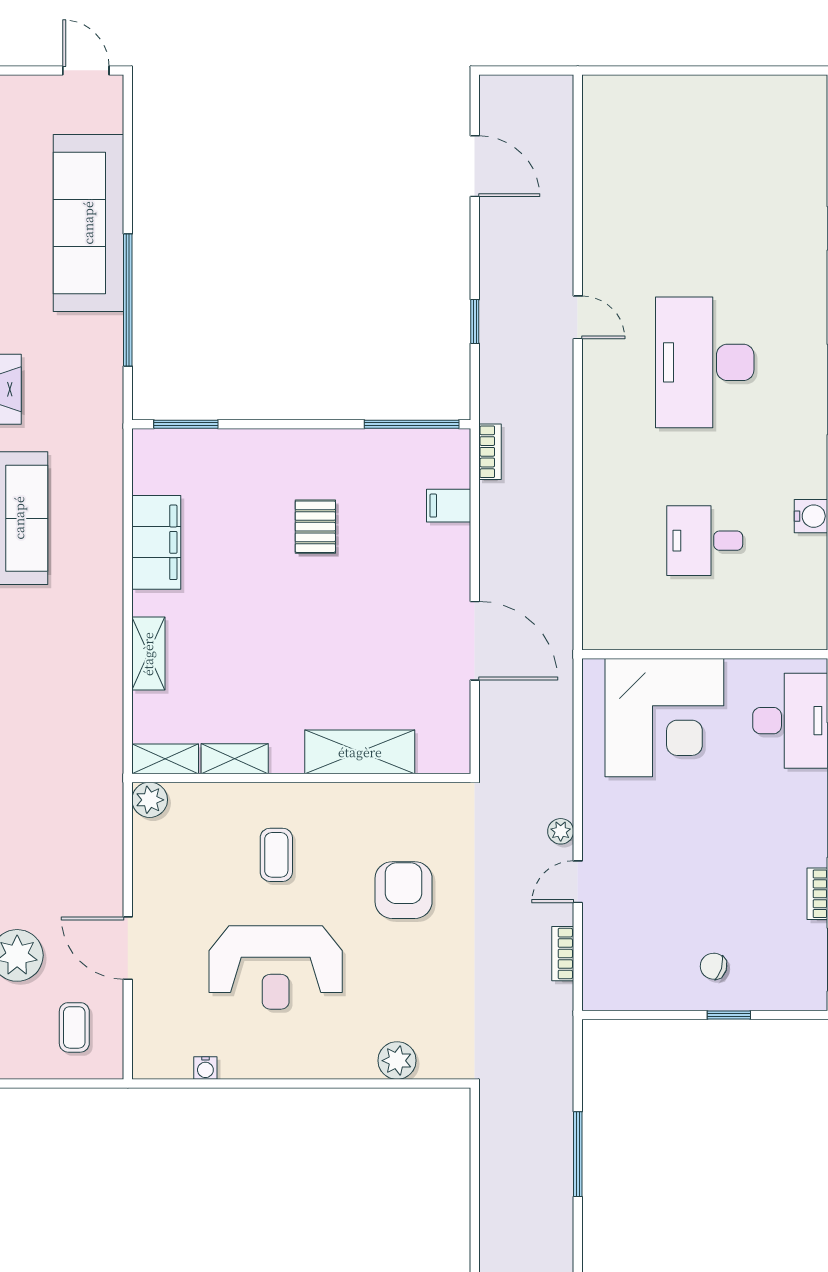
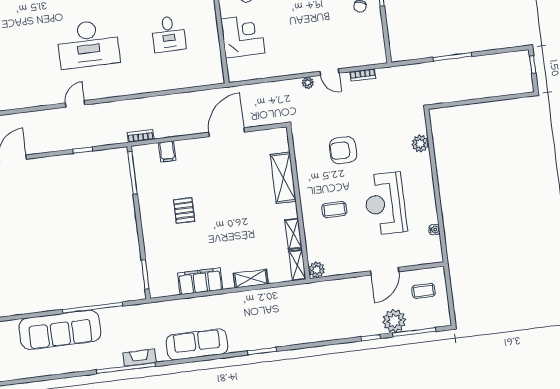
pallet: (315, 527) -> (184, 210), turned 90
corner desk: (664, 718) -> (243, 36), width x0.74, depth x0.74
reception desk: (276, 967) -> (385, 204), turned 180

